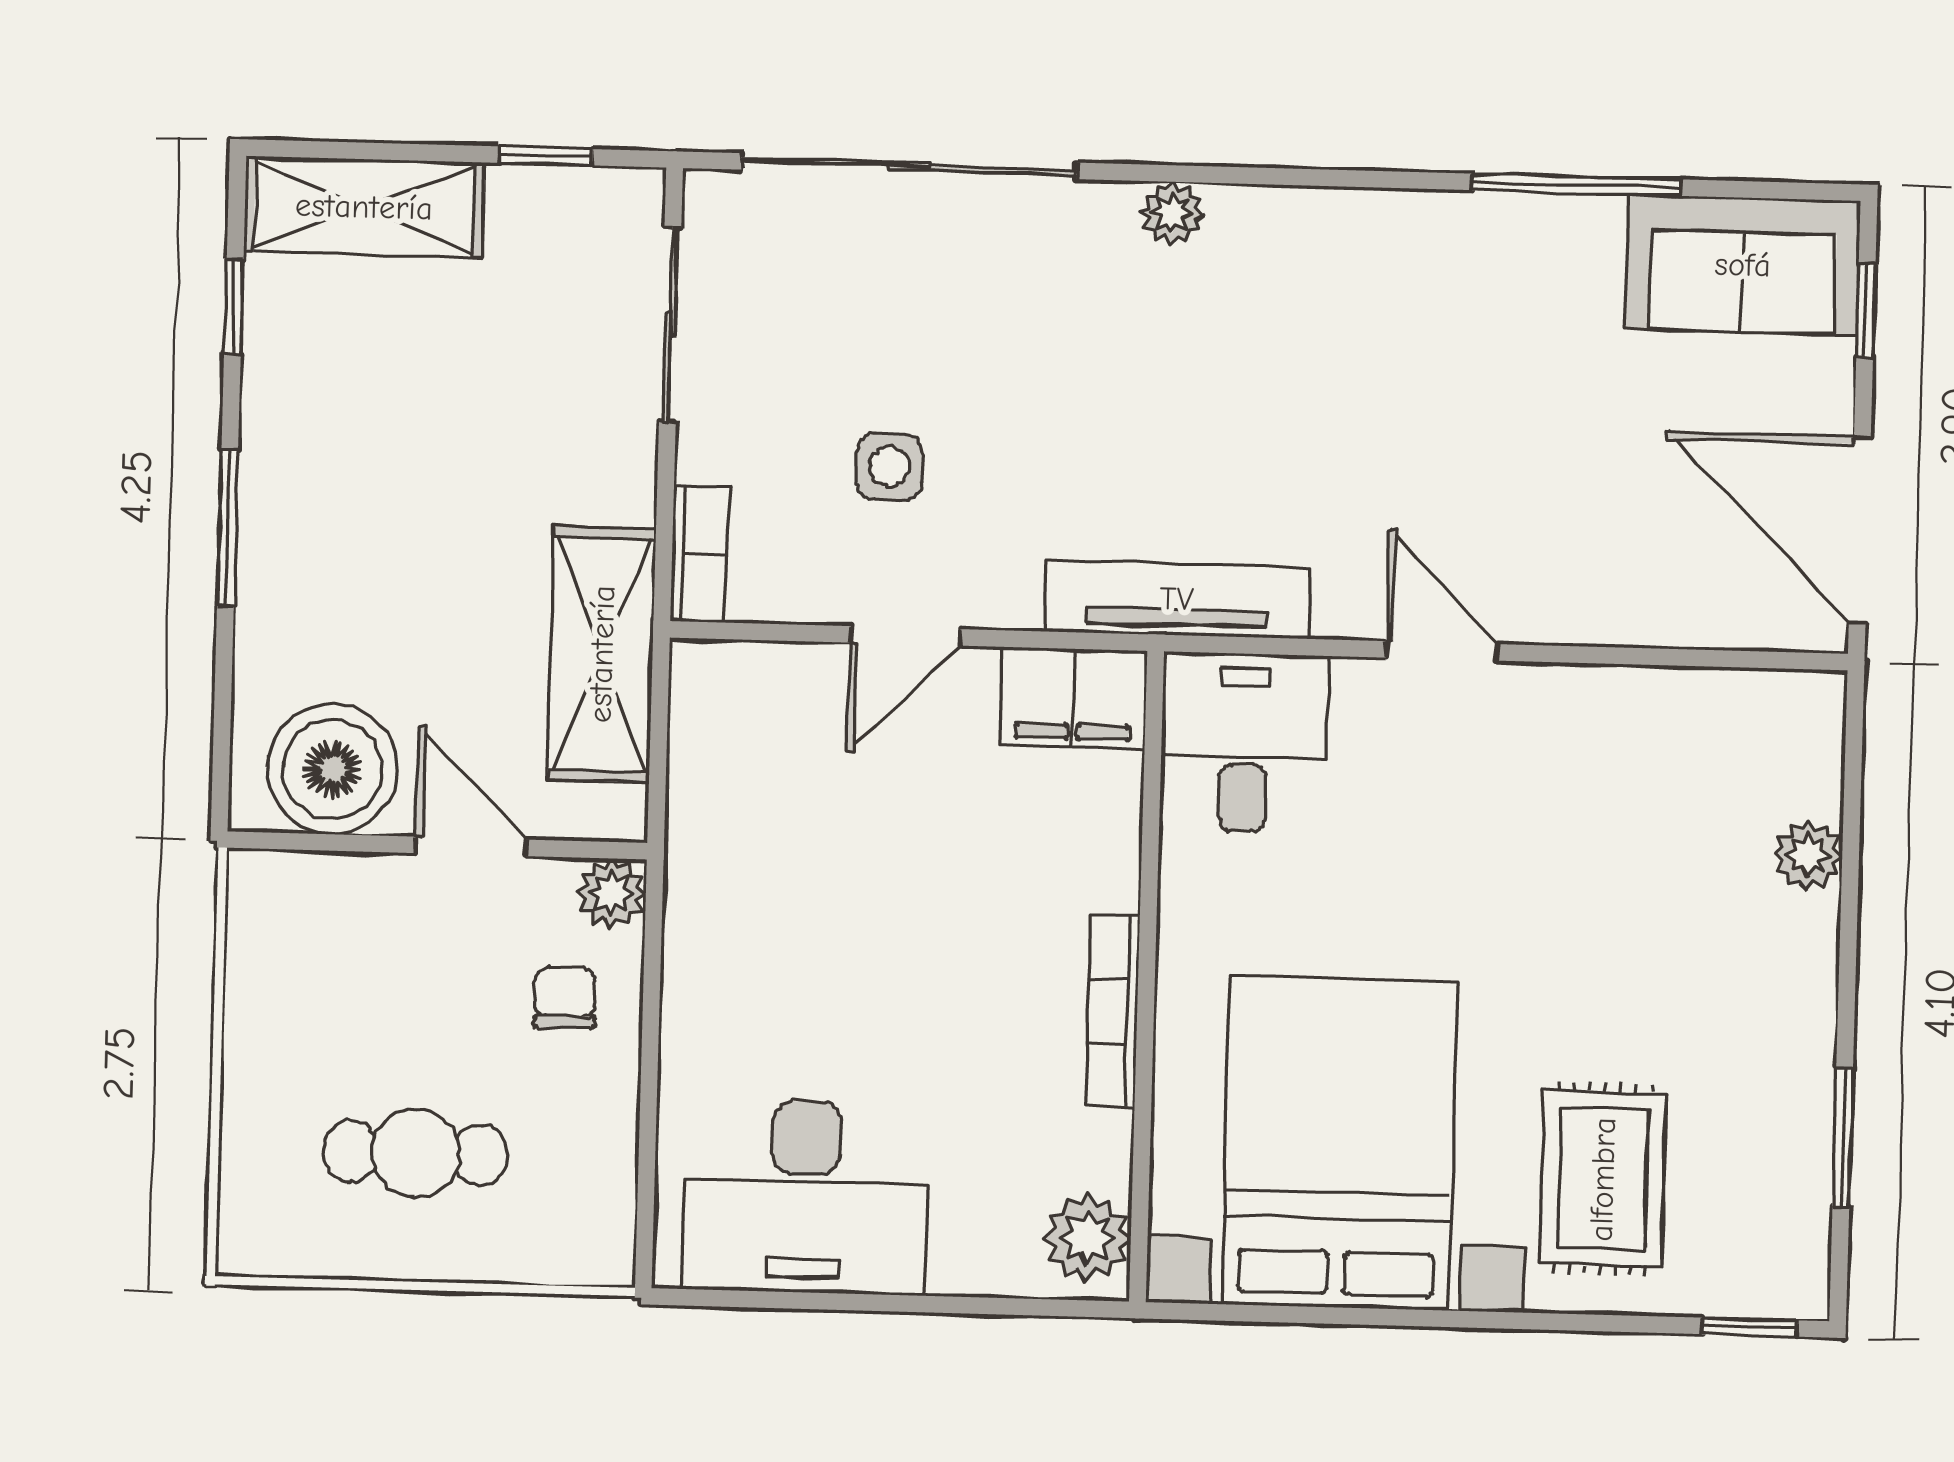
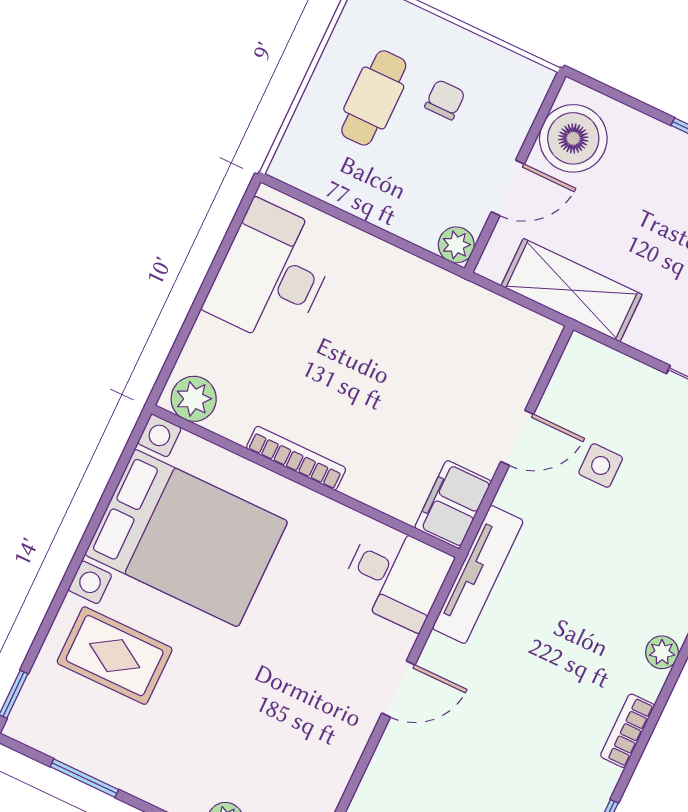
bookcase: (699, 554) -> (627, 731), moved, turned 90
door: (905, 636) -> (517, 438), swing flipped
chair: (565, 998) -> (445, 100), moved, turned -90

